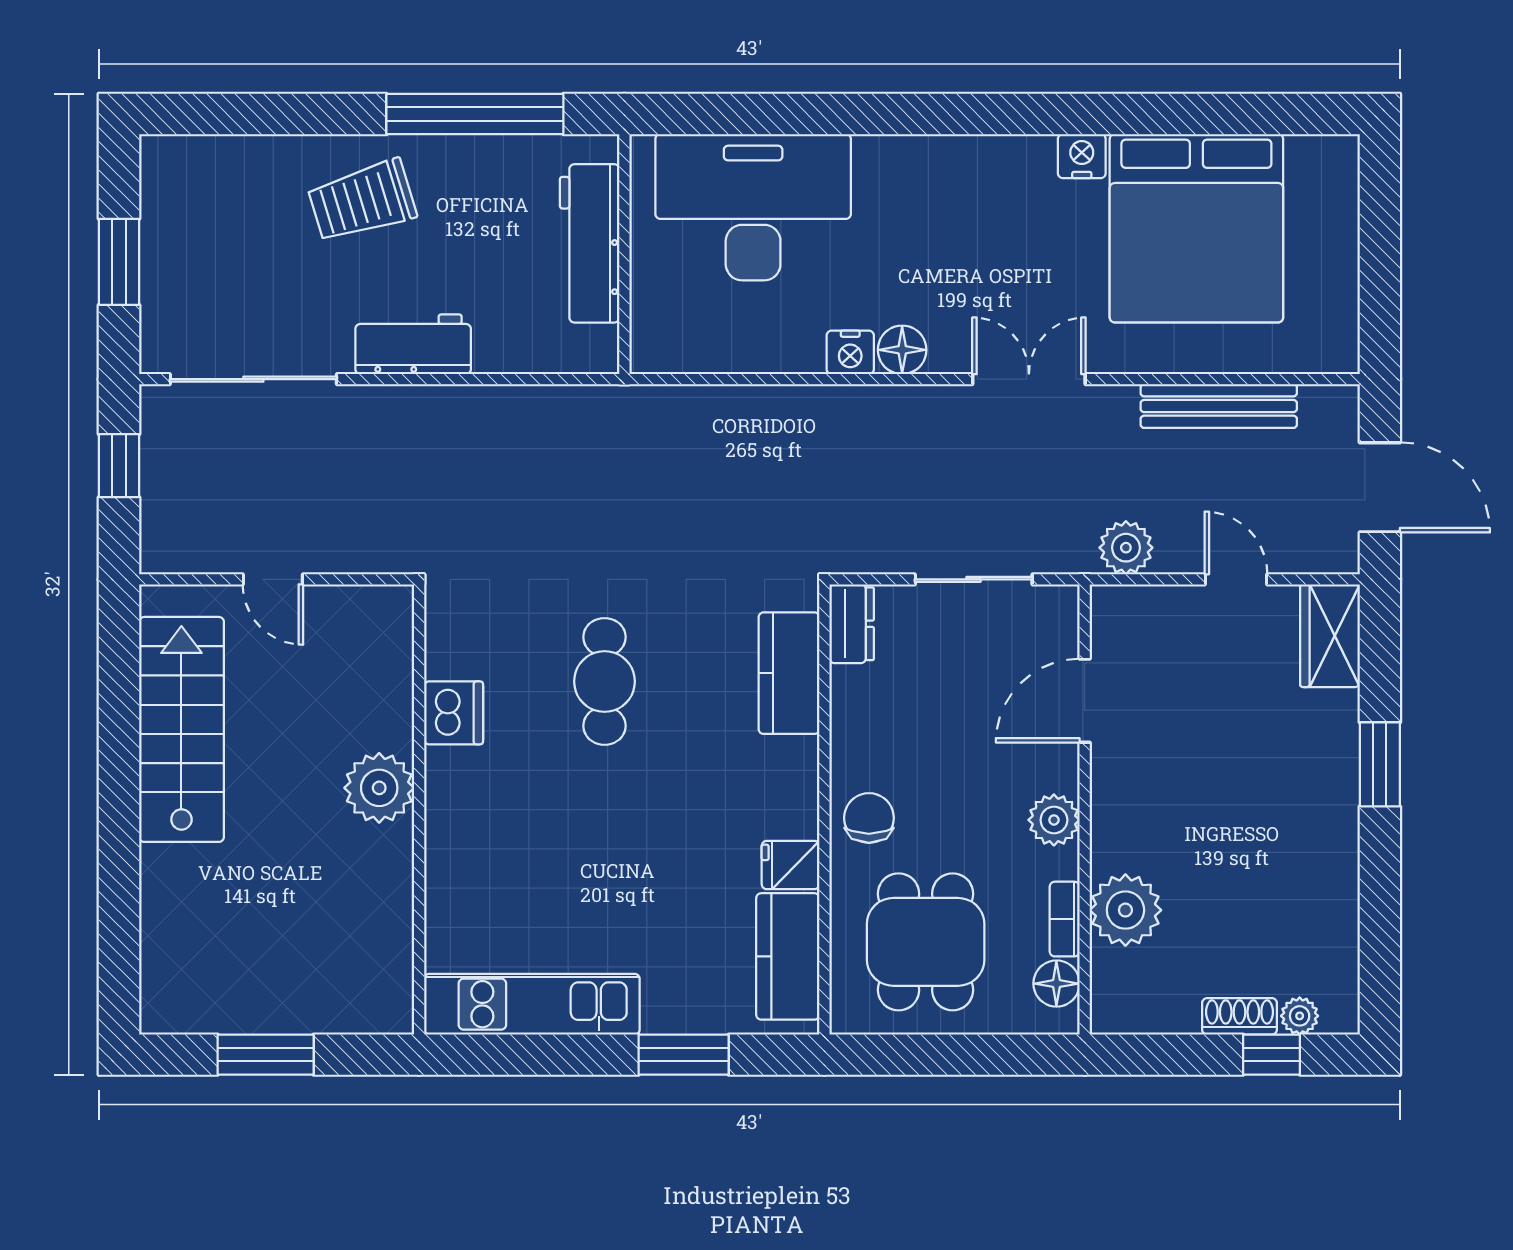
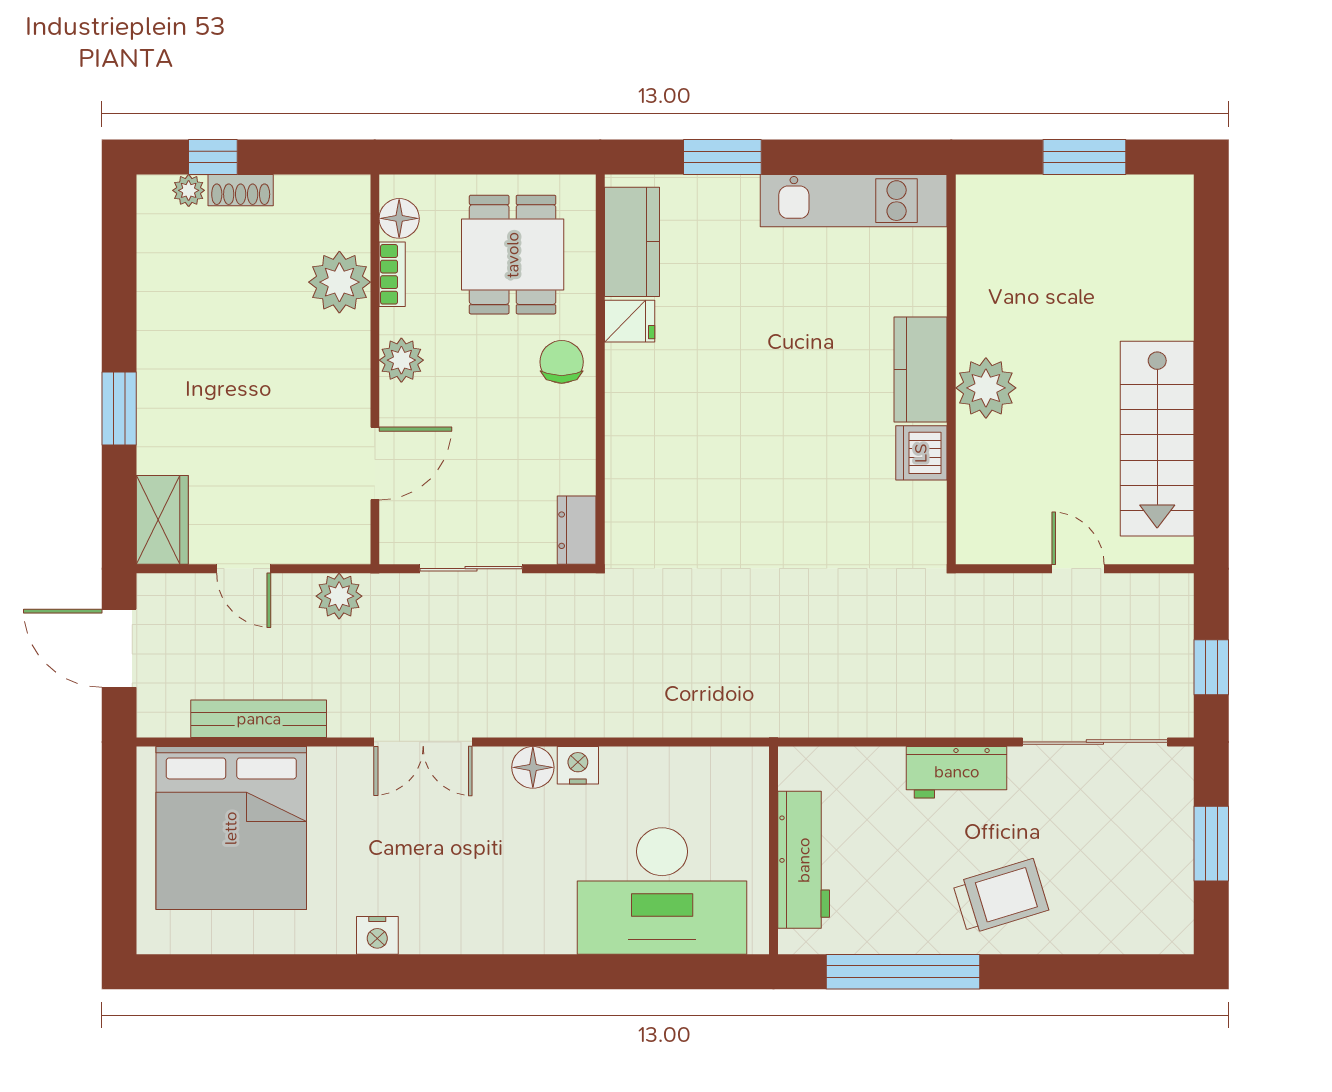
bed: (1196, 228) -> (231, 828), moved, turned 180
kitchen counter: (789, 673) -> (921, 370), moved, turned 180
cafe table: (605, 681) -> (791, 480), removed
chair: (869, 818) -> (562, 362), turned 180

